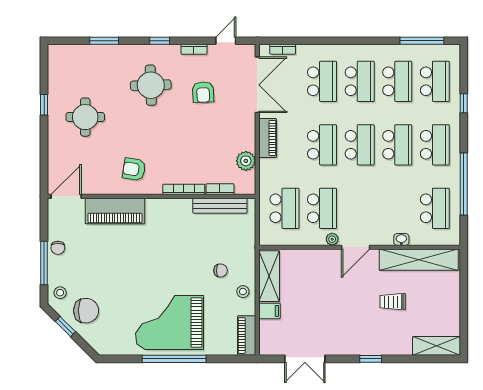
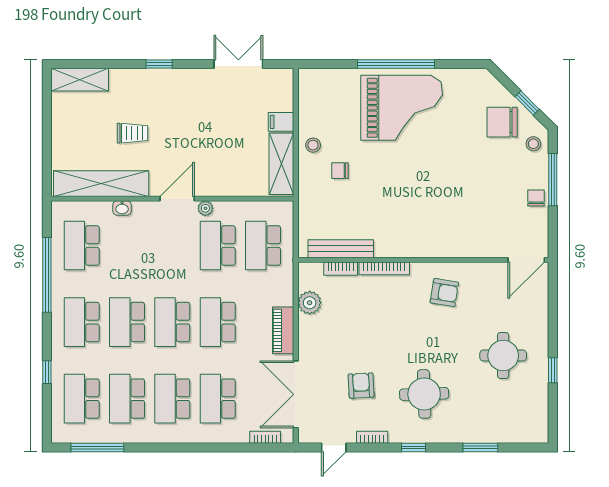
piano: (115, 211) -> (467, 242), removed
piano: (247, 336) -> (309, 92), removed

